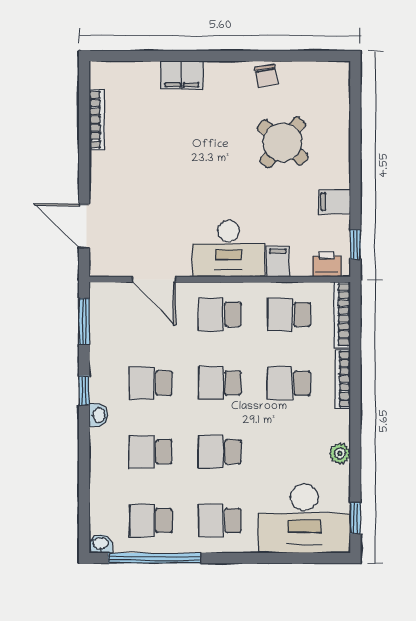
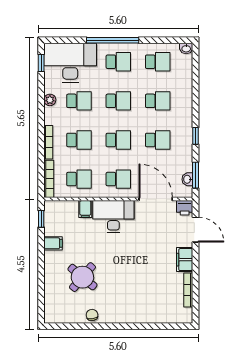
filing cabinet: (182, 75) -> (185, 260), moved, turned -90
printer: (327, 264) -> (185, 208), moved
door: (154, 279) -> (156, 199), width x1.36
washbasin: (98, 415) -> (187, 179), moved
school desk: (289, 452) -> (79, 101), added
window: (154, 558) -> (113, 40), moved

